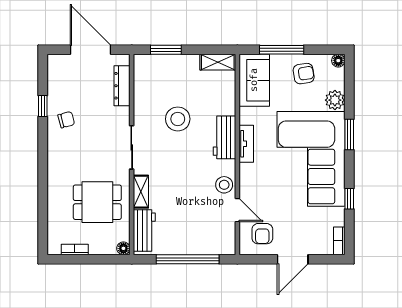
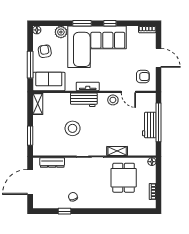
window: (349, 199) -> (110, 23), moved
door: (237, 210) -> (128, 92), swing flipped
workbench: (144, 231) -> (149, 125), moved, turned -90

